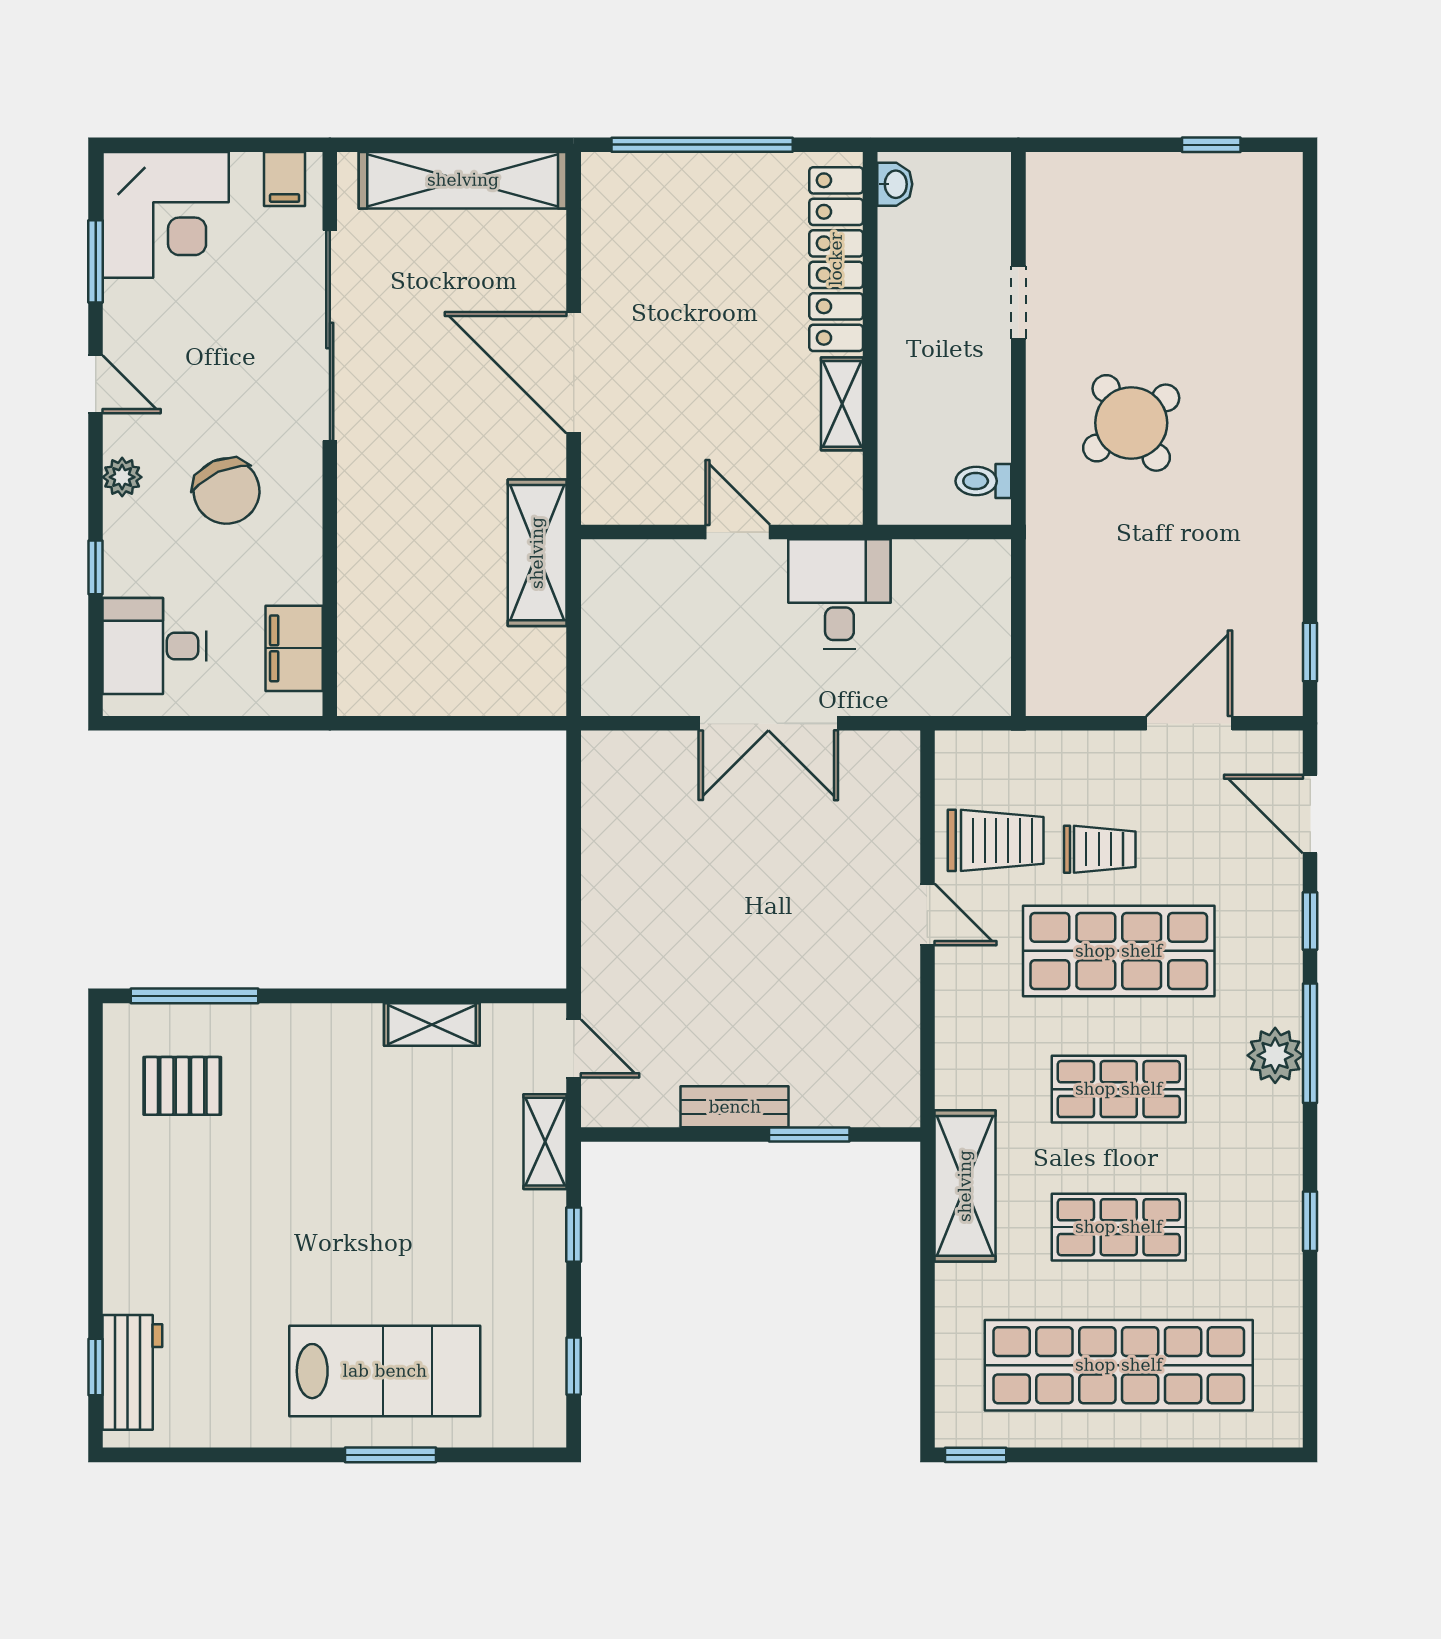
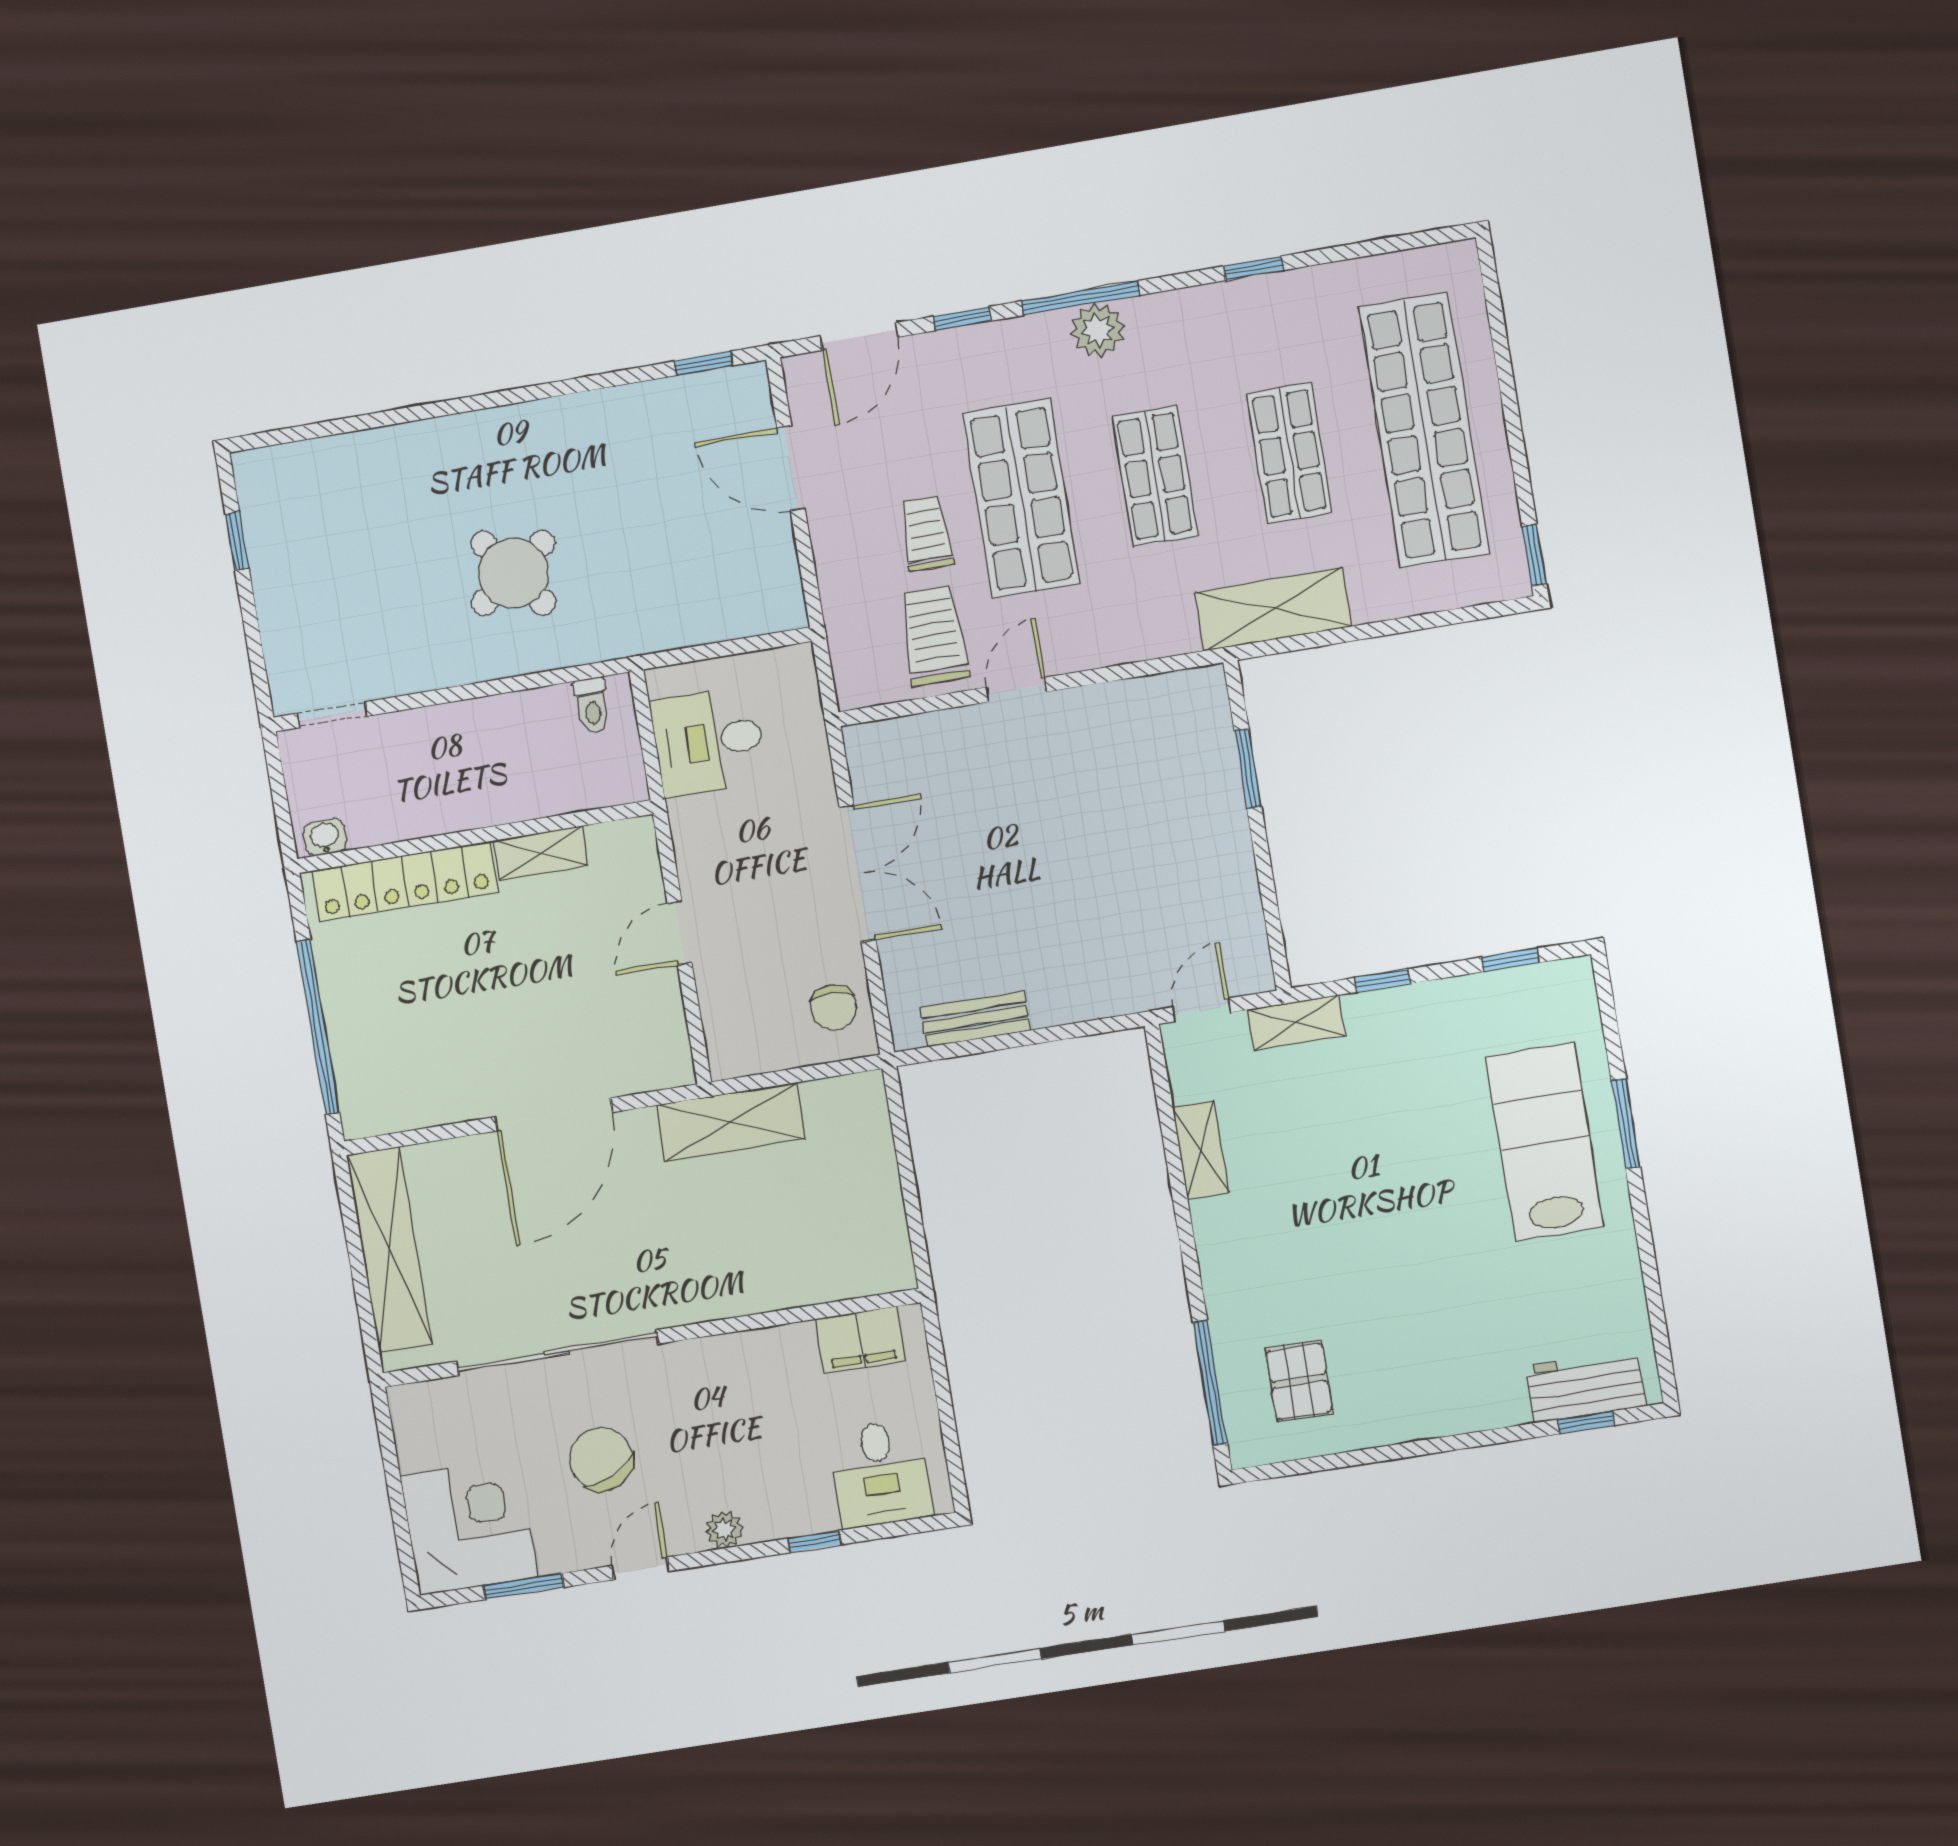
filing cabinet: (285, 179) -> (417, 1419), removed
doorway: (1018, 303) -> (332, 715), moved
chair: (227, 491) -> (601, 1459), moved, turned -92
desk: (839, 594) -> (709, 741), moved
chair: (636, 676) -> (833, 1007), added
bench: (735, 1107) -> (976, 1019), moved, turned 90

